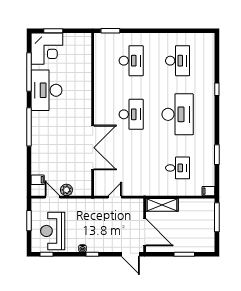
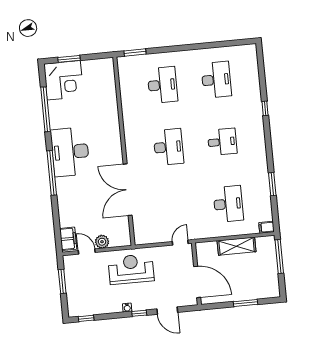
desk: (47, 90) -> (70, 152), moved
desk: (178, 114) -> (222, 142), width x0.53, depth x0.77
double door: (93, 148) -> (128, 190), swing flipped
desk: (178, 168) -> (228, 204), width x1.37
filing cabinet: (38, 180) -> (68, 239), width x2.00
door: (115, 197) -> (180, 243), moved
shelving: (162, 205) -> (237, 246), moved
reception desk: (53, 231) -> (131, 269), moved, turned 90
door: (130, 254) -> (167, 311), moved

